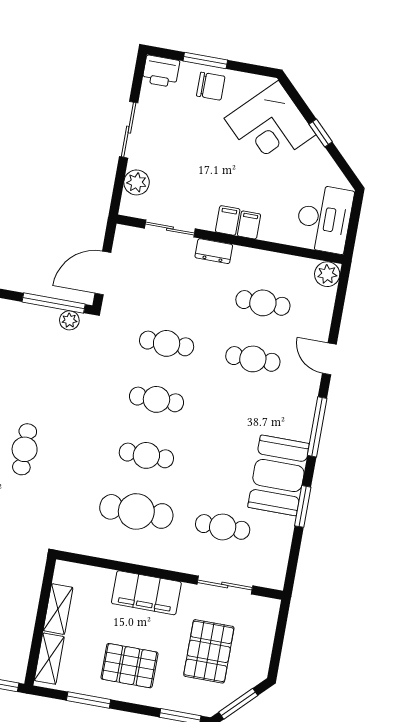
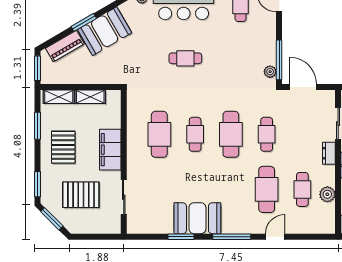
plant: (327, 274) -> (327, 194), moved
cafe table: (253, 359) -> (267, 189), width x1.37, depth x1.35
cafe table: (156, 399) -> (231, 134), width x1.37, depth x1.35
cafe table: (223, 527) -> (159, 189), removed

